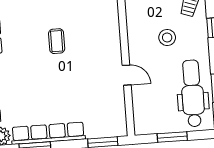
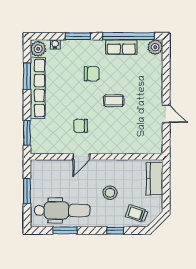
chair: (26, 70) -> (92, 74), added
chair: (90, 79) -> (81, 126), added

